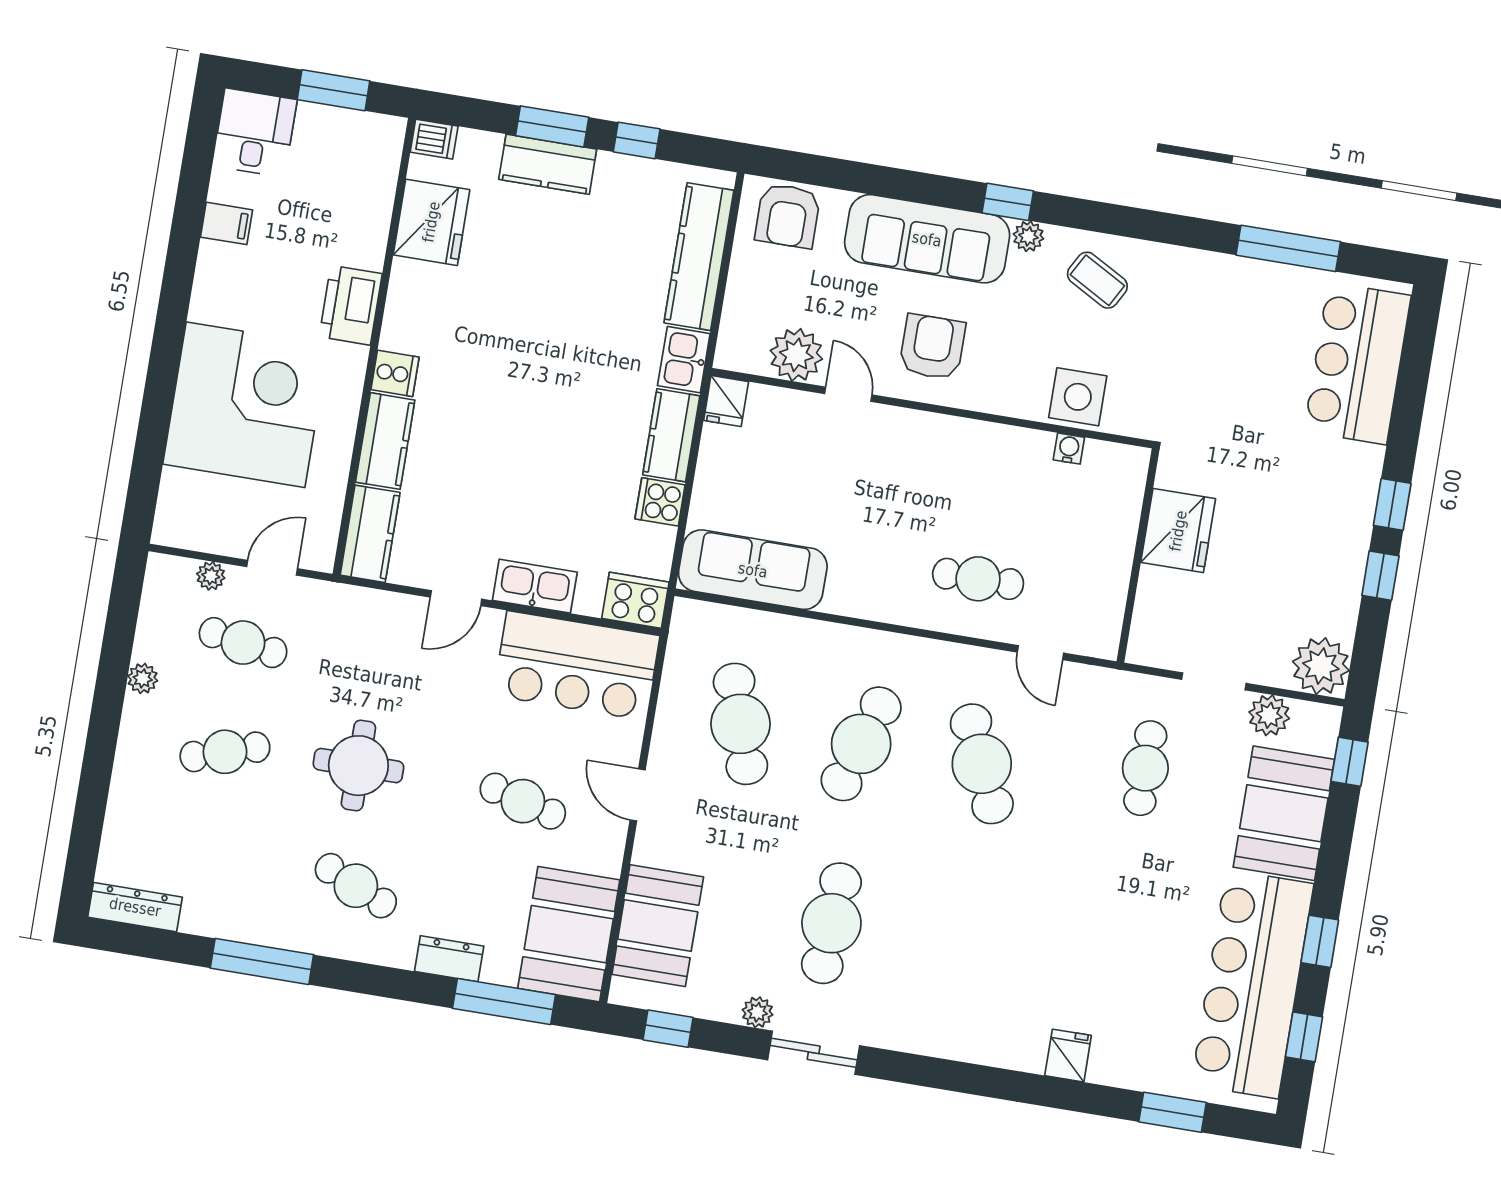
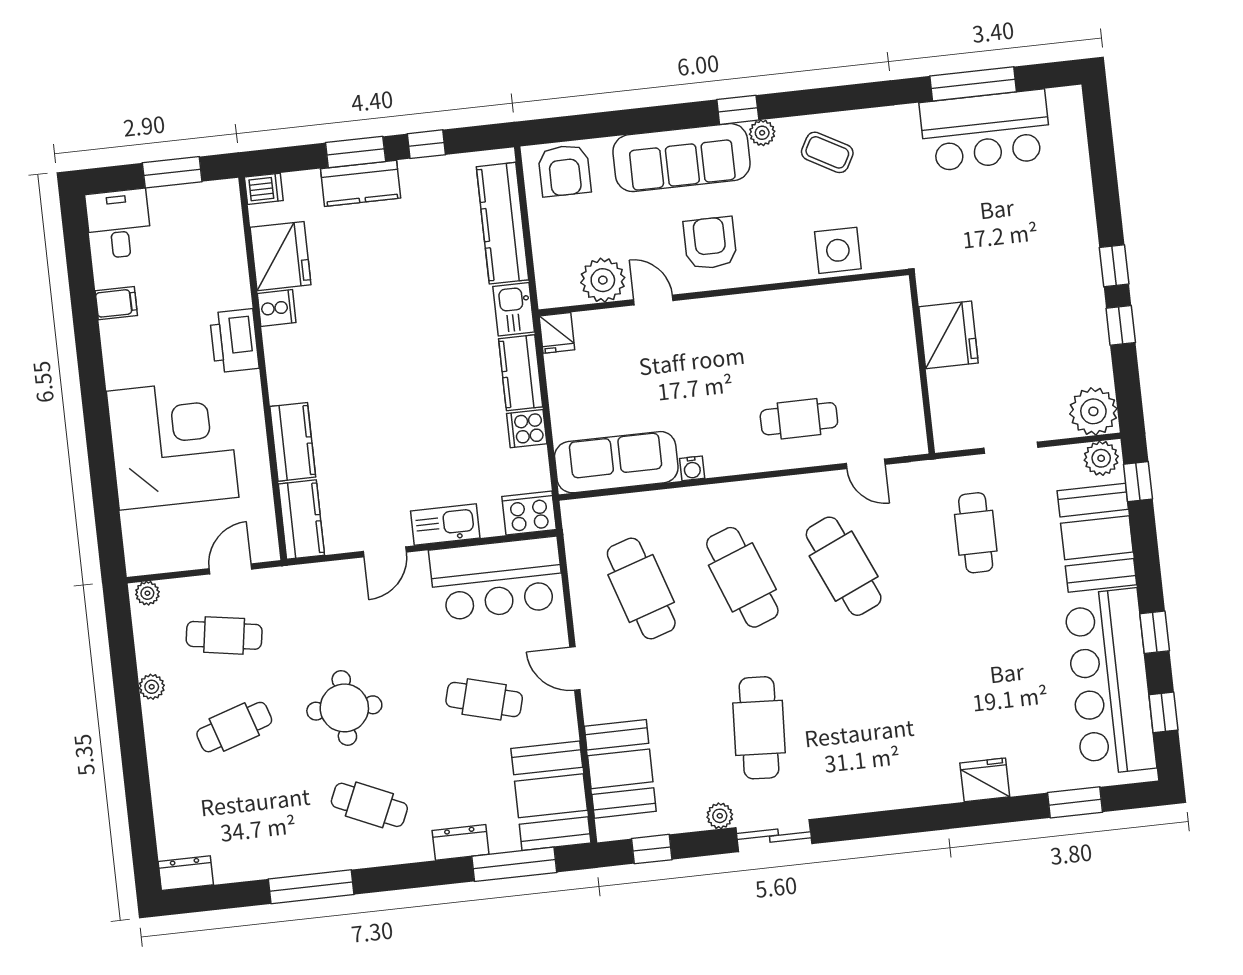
bar counter: (1357, 363) -> (985, 130), moved, turned -90
cooker: (395, 373) -> (277, 308), moved
water cooler: (1069, 449) -> (692, 468), moved, turned 180
plant: (211, 576) -> (147, 593), moved
plant: (1269, 715) -> (1101, 458), moved
cafe table: (861, 744) -> (742, 577), turned -39
dresser: (135, 907) -> (186, 873), width x0.70
fridge: (1068, 1056) -> (985, 780), width x1.38

